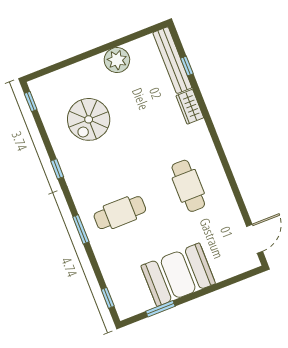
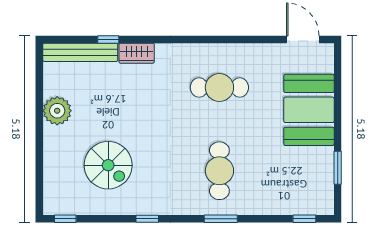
window: (187, 66) -> (108, 39), moved
booth: (178, 275) -> (309, 110), moved

